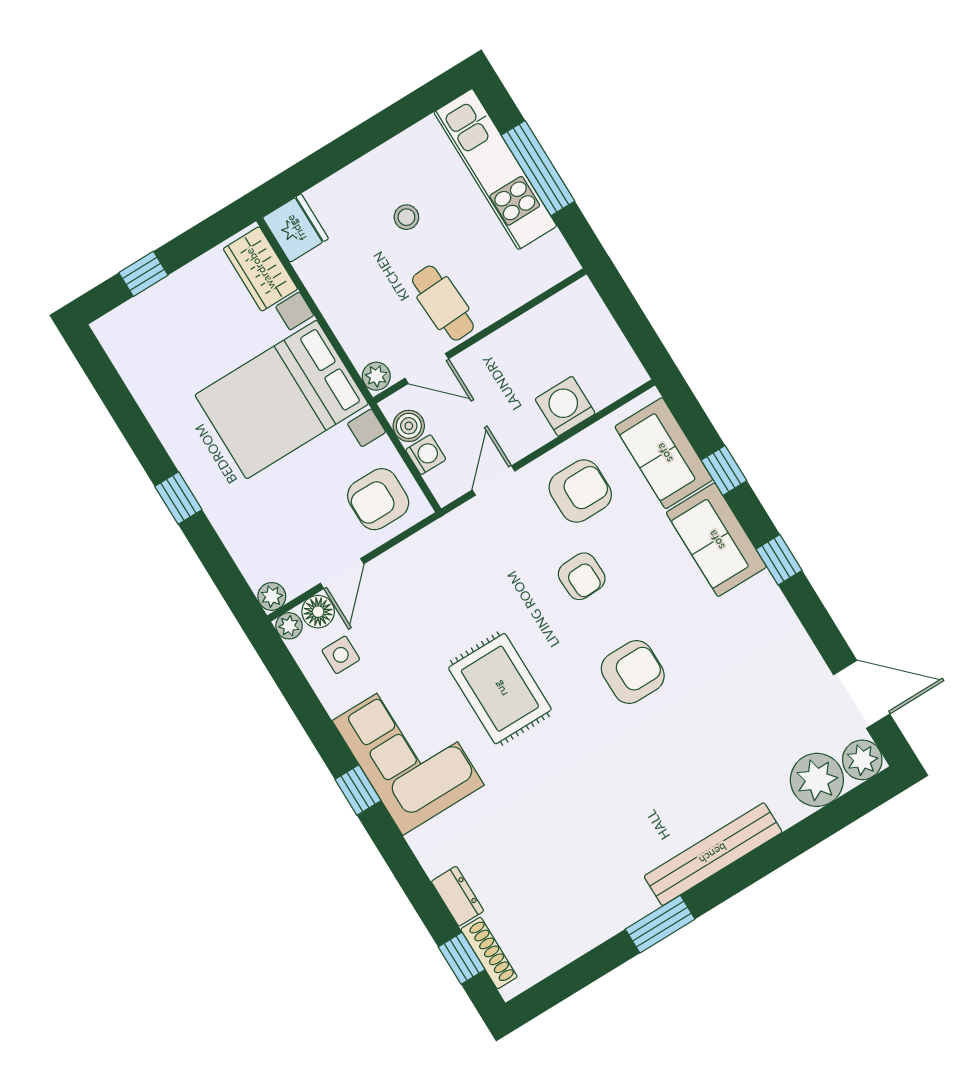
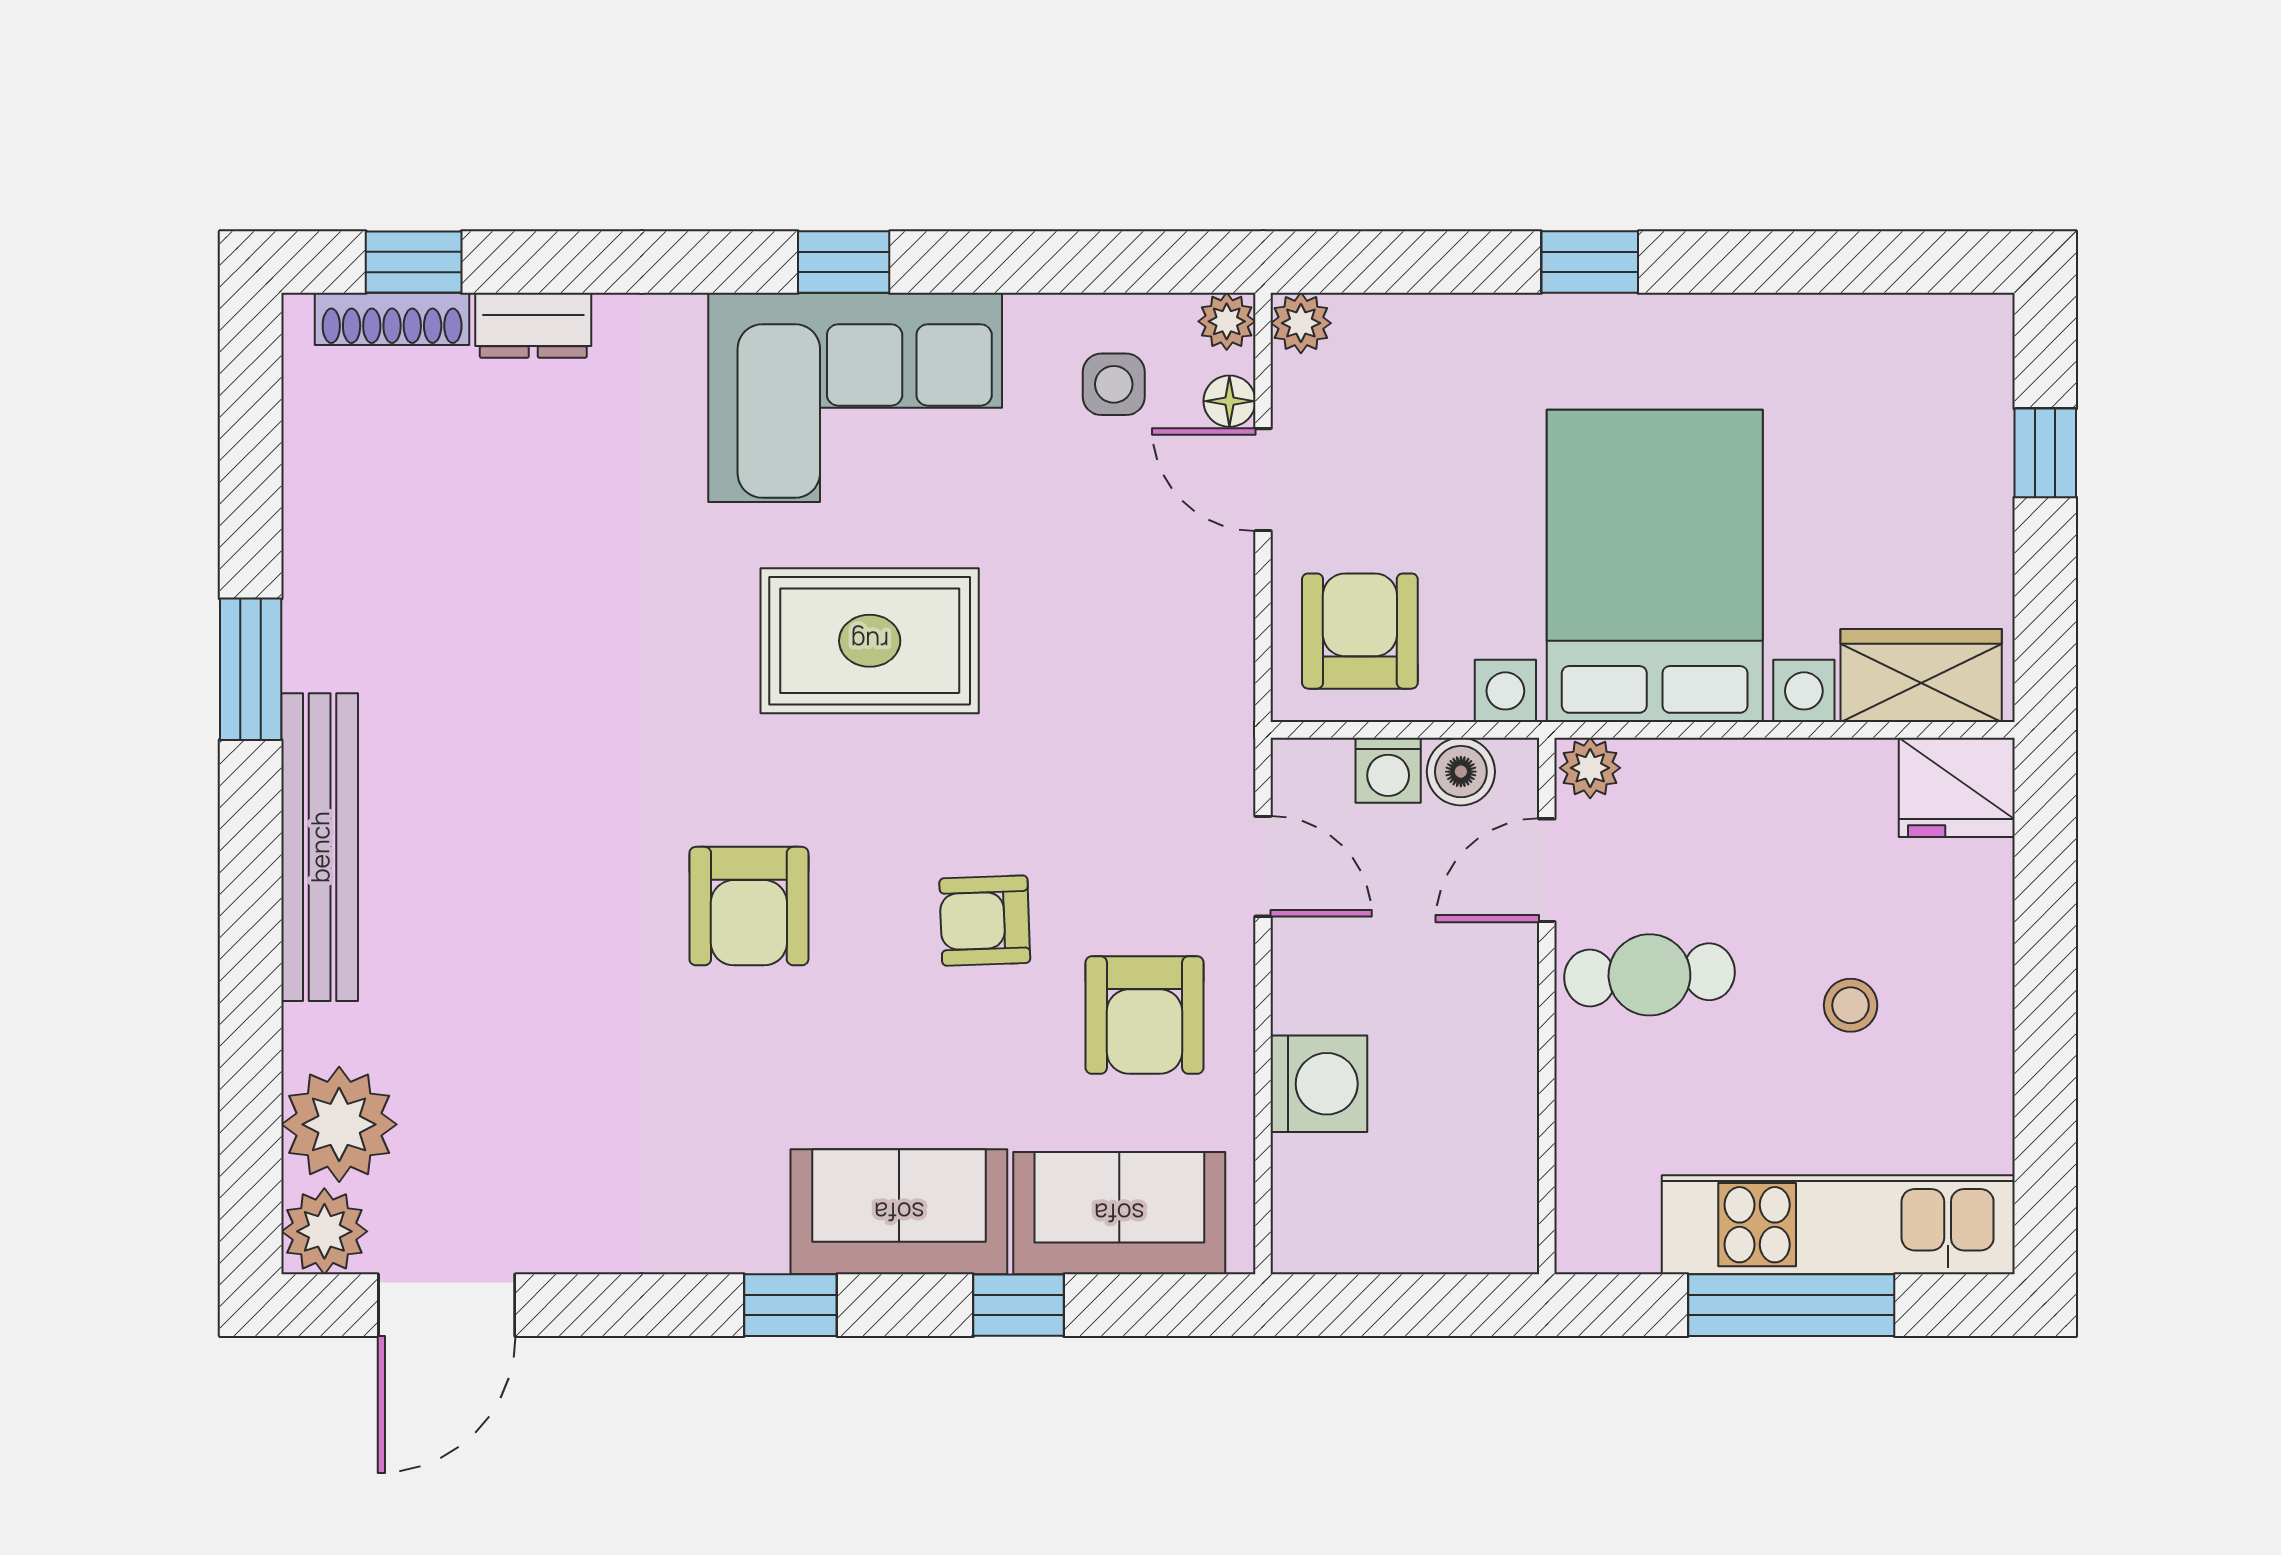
floor lamp: (318, 612) -> (1229, 401), width x0.73, depth x0.73

